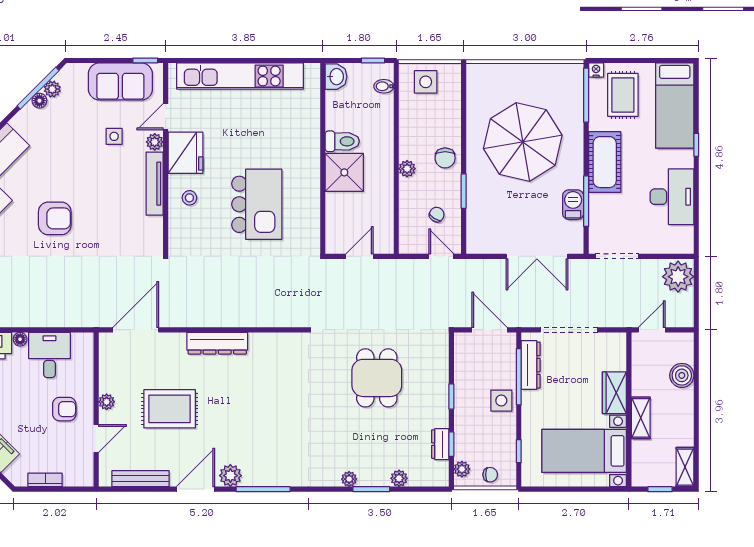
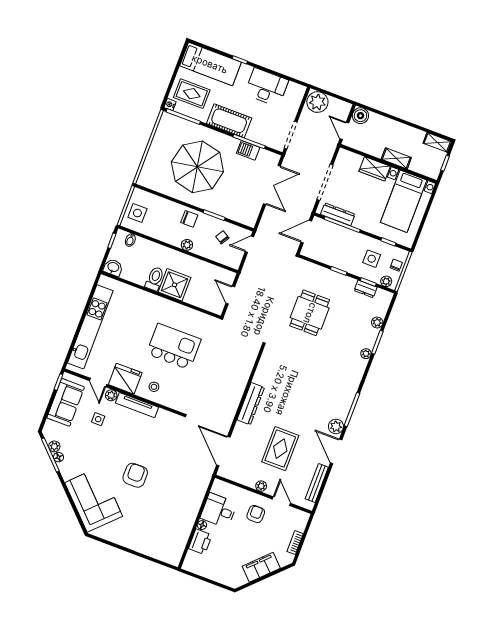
boiler: (682, 375) -> (360, 116), moved
dining table: (377, 378) -> (310, 313), turned 90
side table: (501, 401) -> (372, 259), moved

